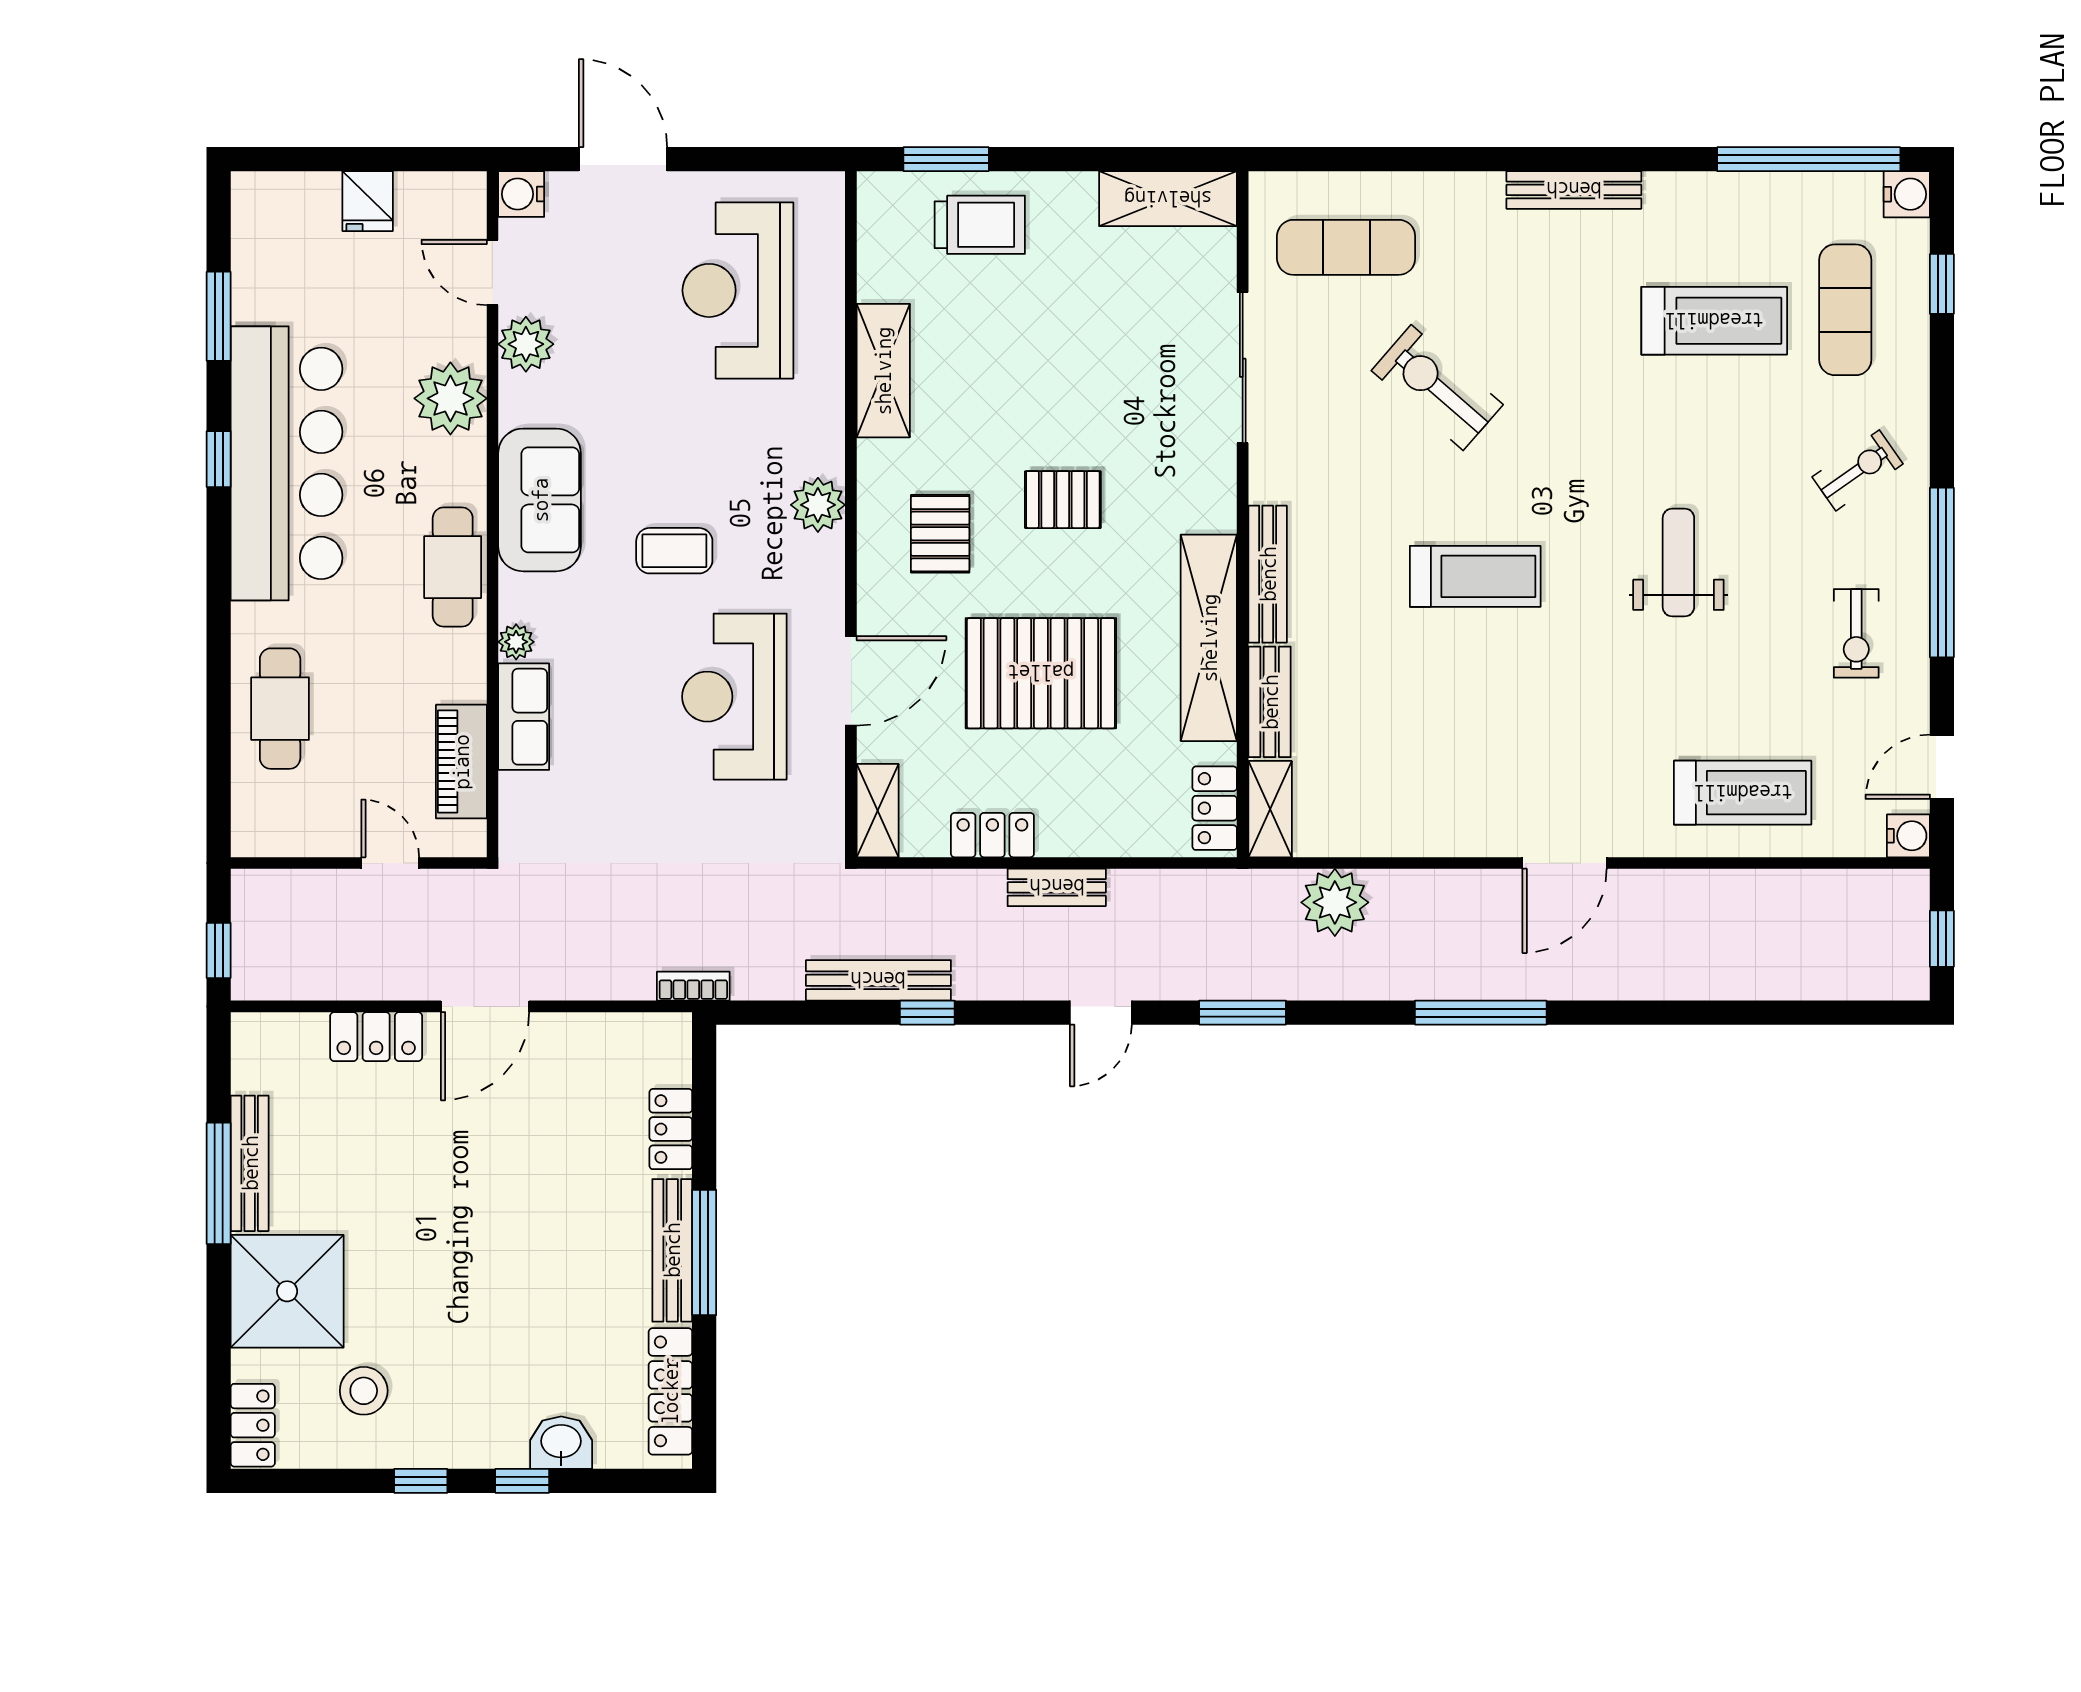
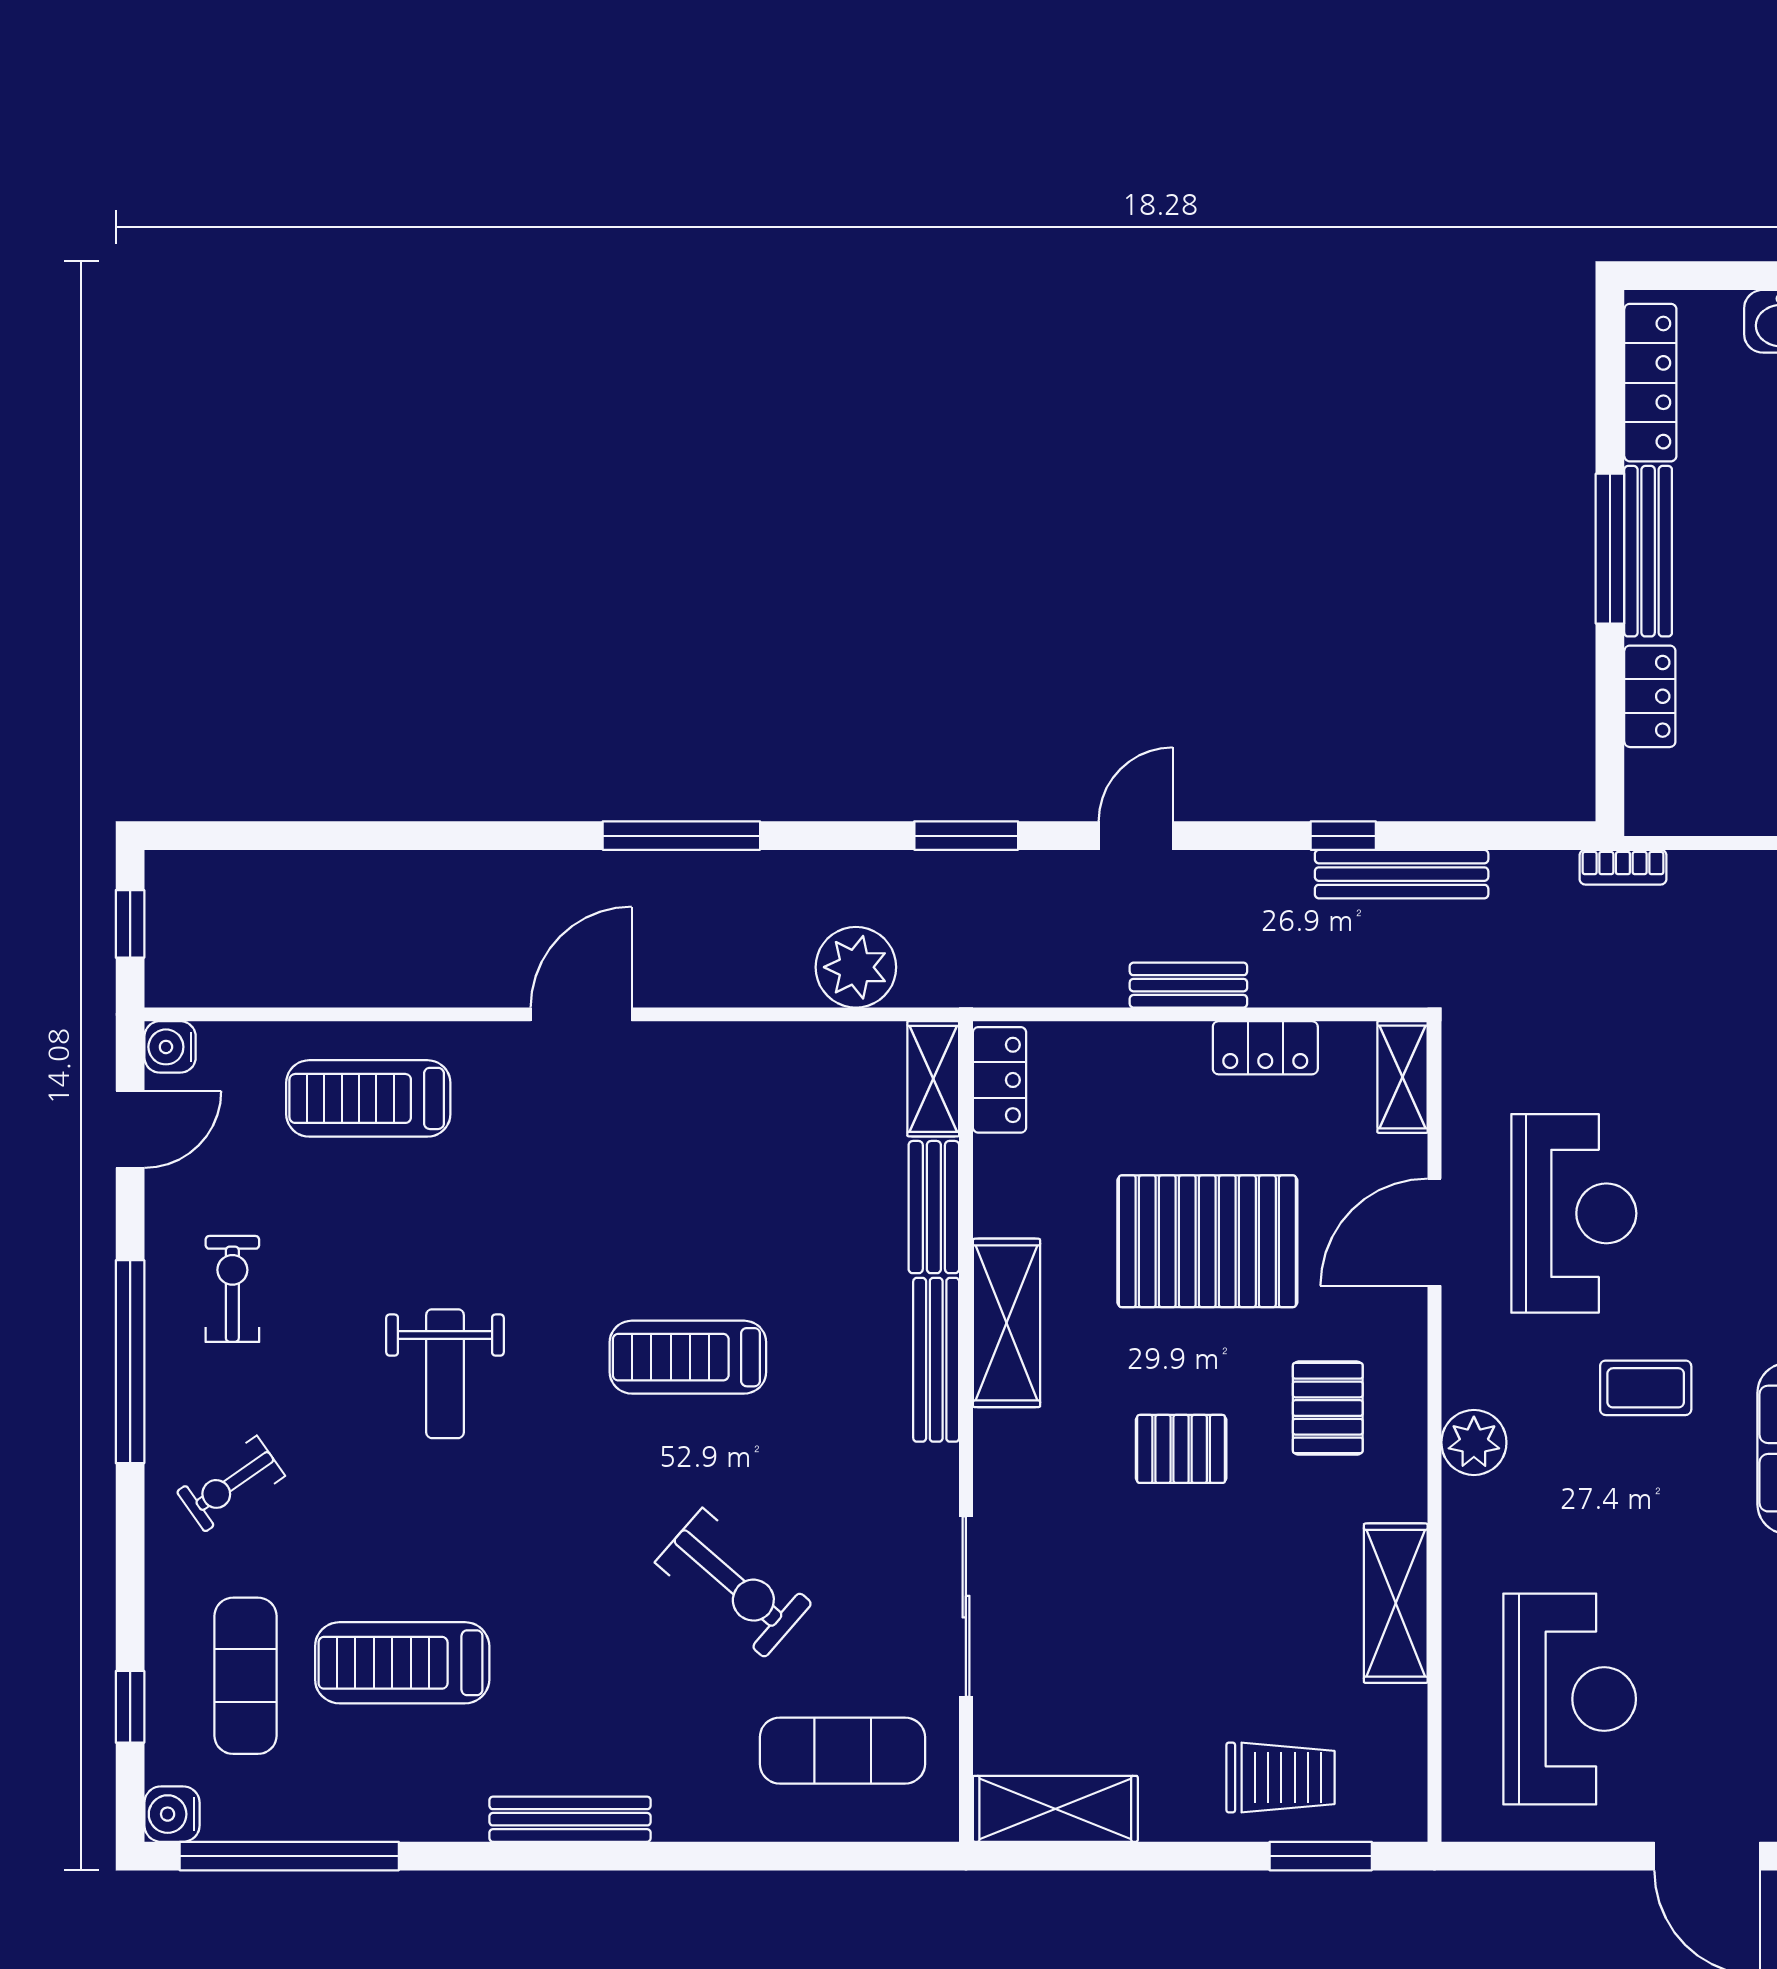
trolley: (980, 225) -> (1280, 1778), turned 180
shelving: (1209, 638) -> (1007, 1323), width x0.68

